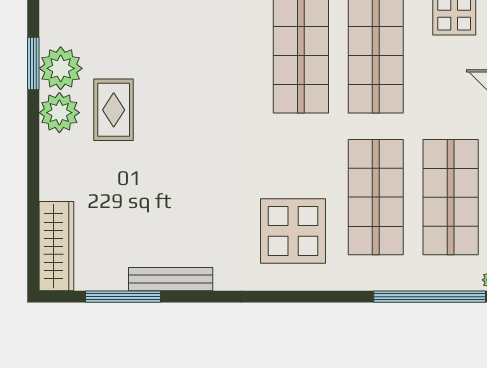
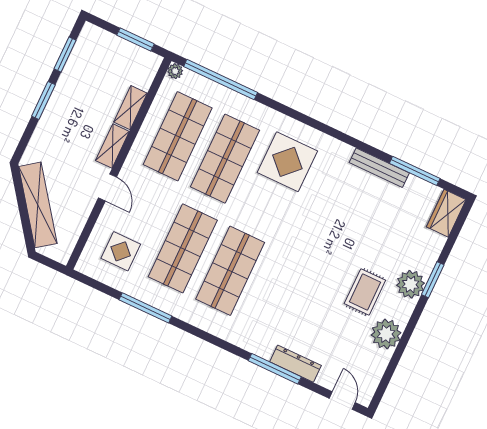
window: (33, 63) -> (433, 280), moved
plant: (59, 113) -> (411, 284), moved
wardrobe: (56, 246) -> (446, 213), width x0.67

